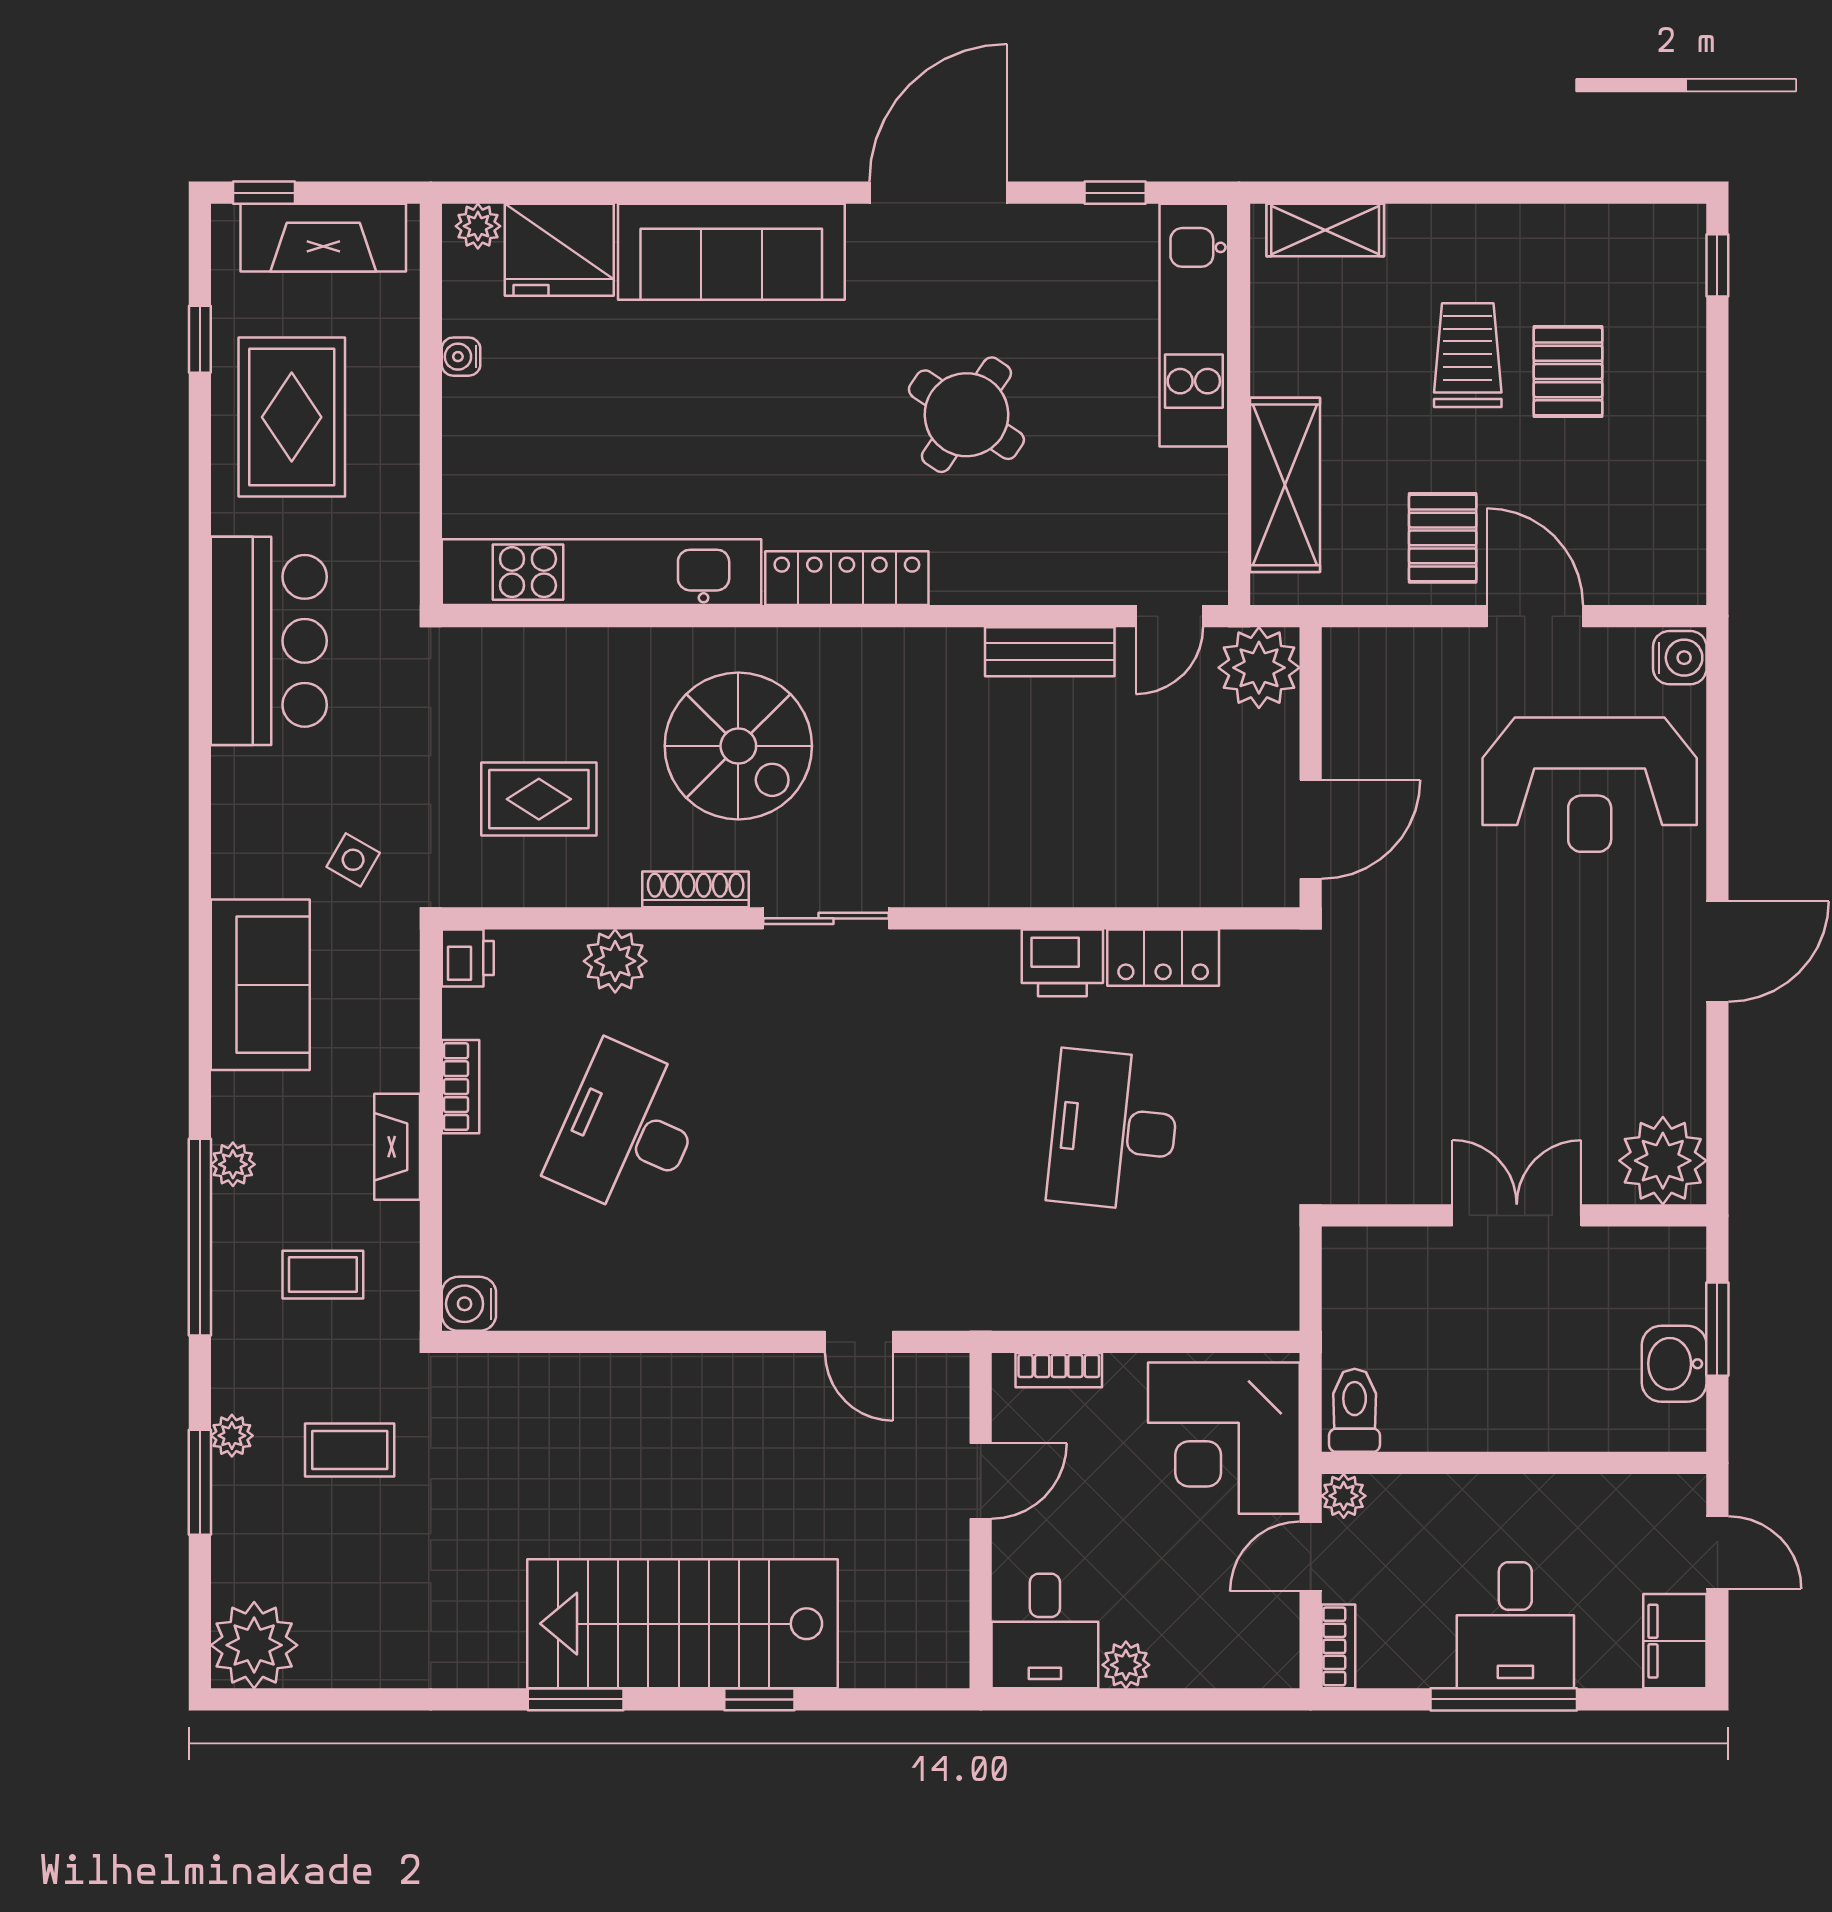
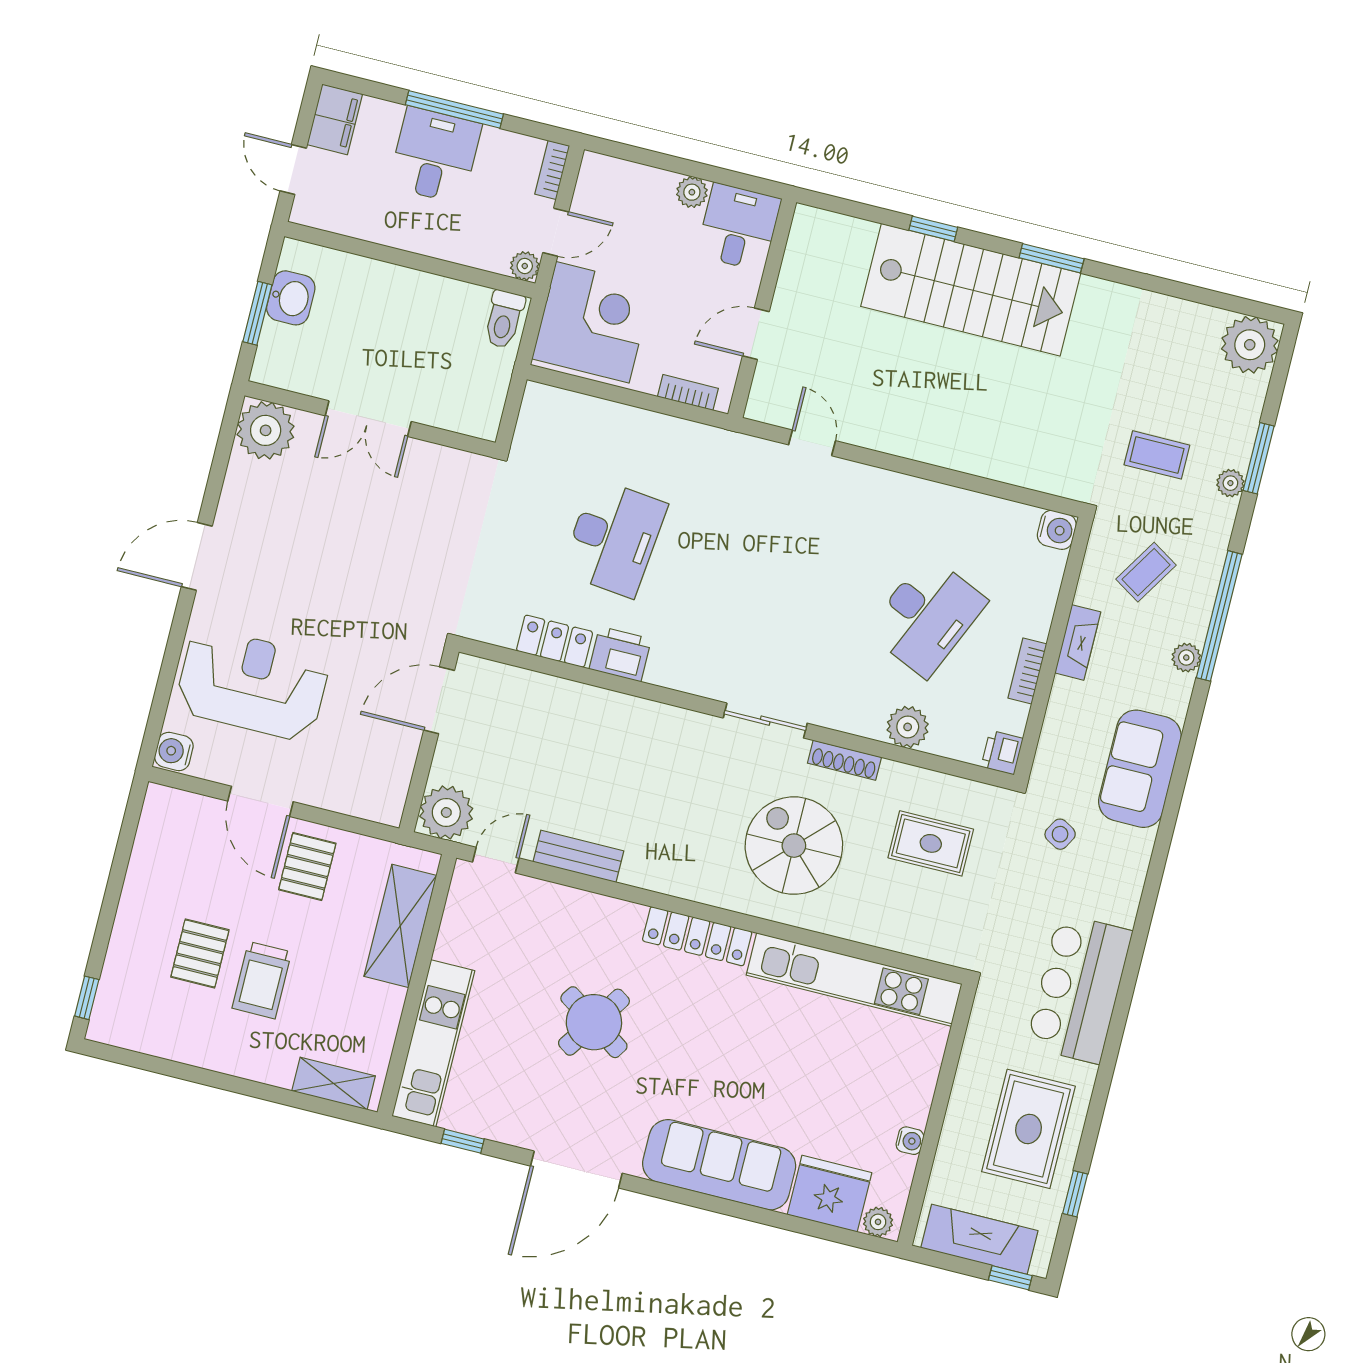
coffee table: (323, 1275) -> (1146, 572), turned -58

